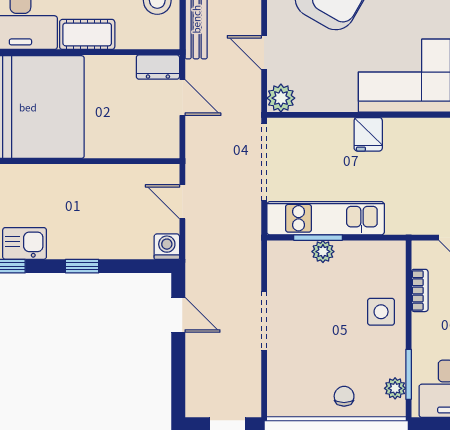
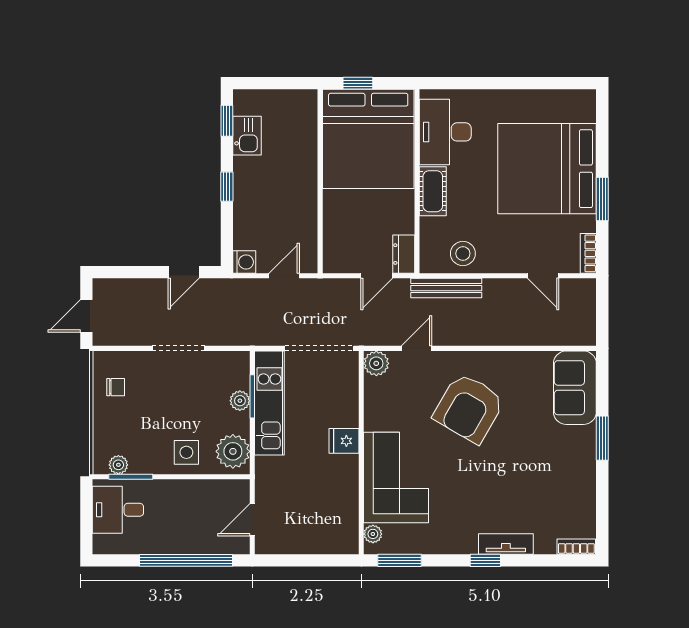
plant: (380, 259) -> (233, 451), added
bookcase: (420, 290) -> (205, 487), removed
chair: (344, 396) -> (116, 387), moved

